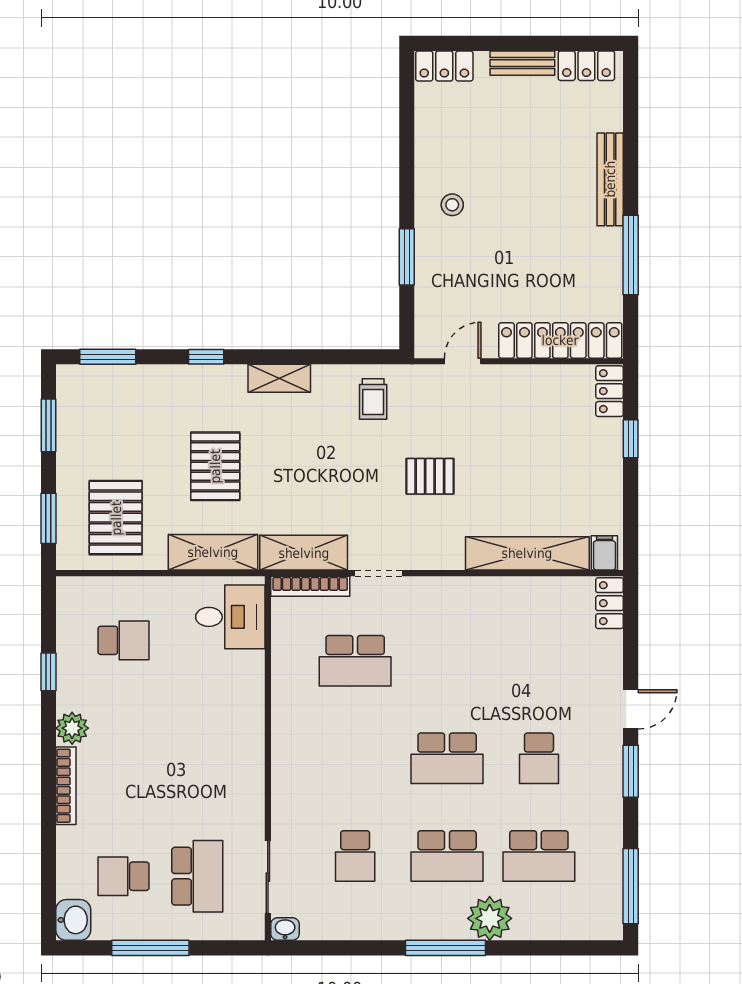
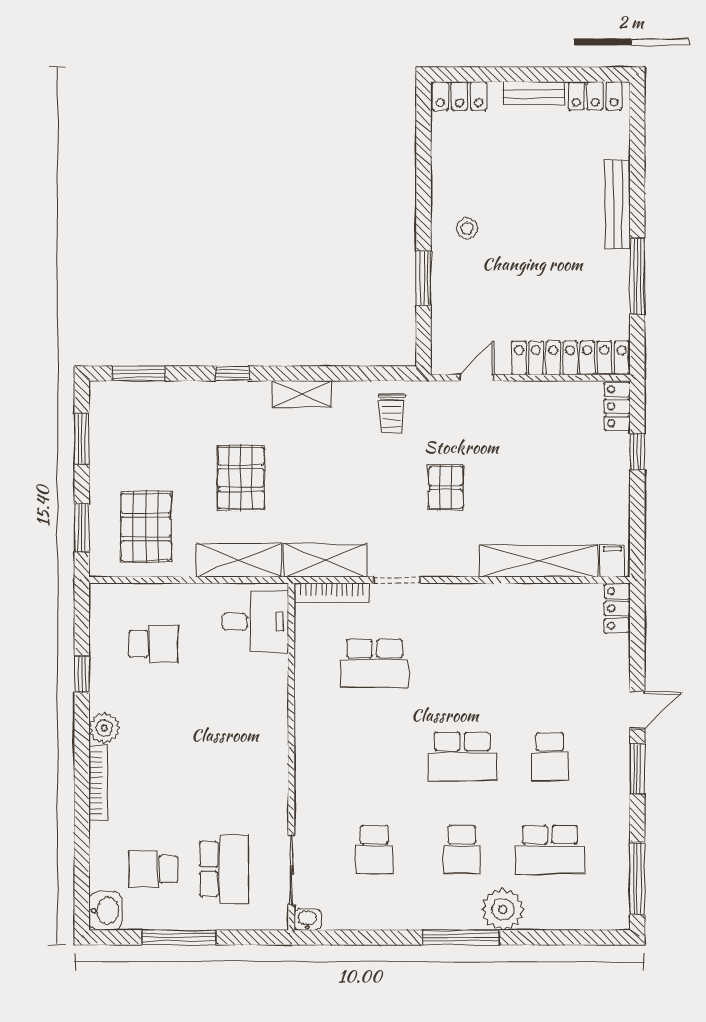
pallet: (430, 476) -> (446, 488), turned 90
school desk: (447, 856) -> (462, 850), width x0.54

